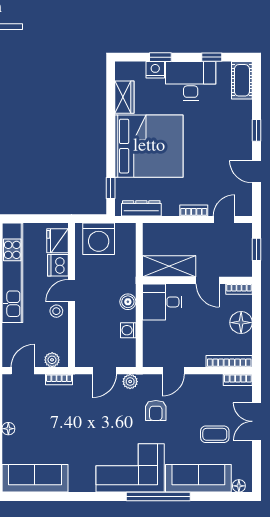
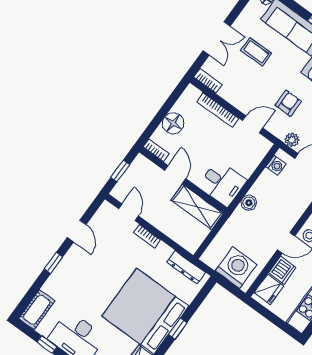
window: (111, 188) -> (178, 329), moved
door: (224, 220) -> (129, 212), swing flipped
washing machine: (128, 330) -> (276, 165), moved
bookcase: (229, 361) -> (218, 110), moved

